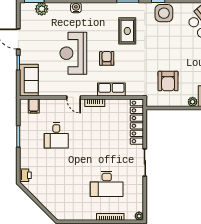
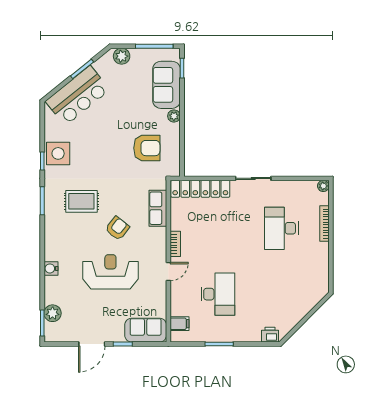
reception desk: (73, 53) -> (110, 272), turned 180
armchair: (107, 58) -> (117, 228), turned 128
row of seats: (111, 89) -> (158, 208), moved
desk: (56, 135) -> (218, 294), width x1.37
desk: (107, 184) -> (281, 228), turned 180

